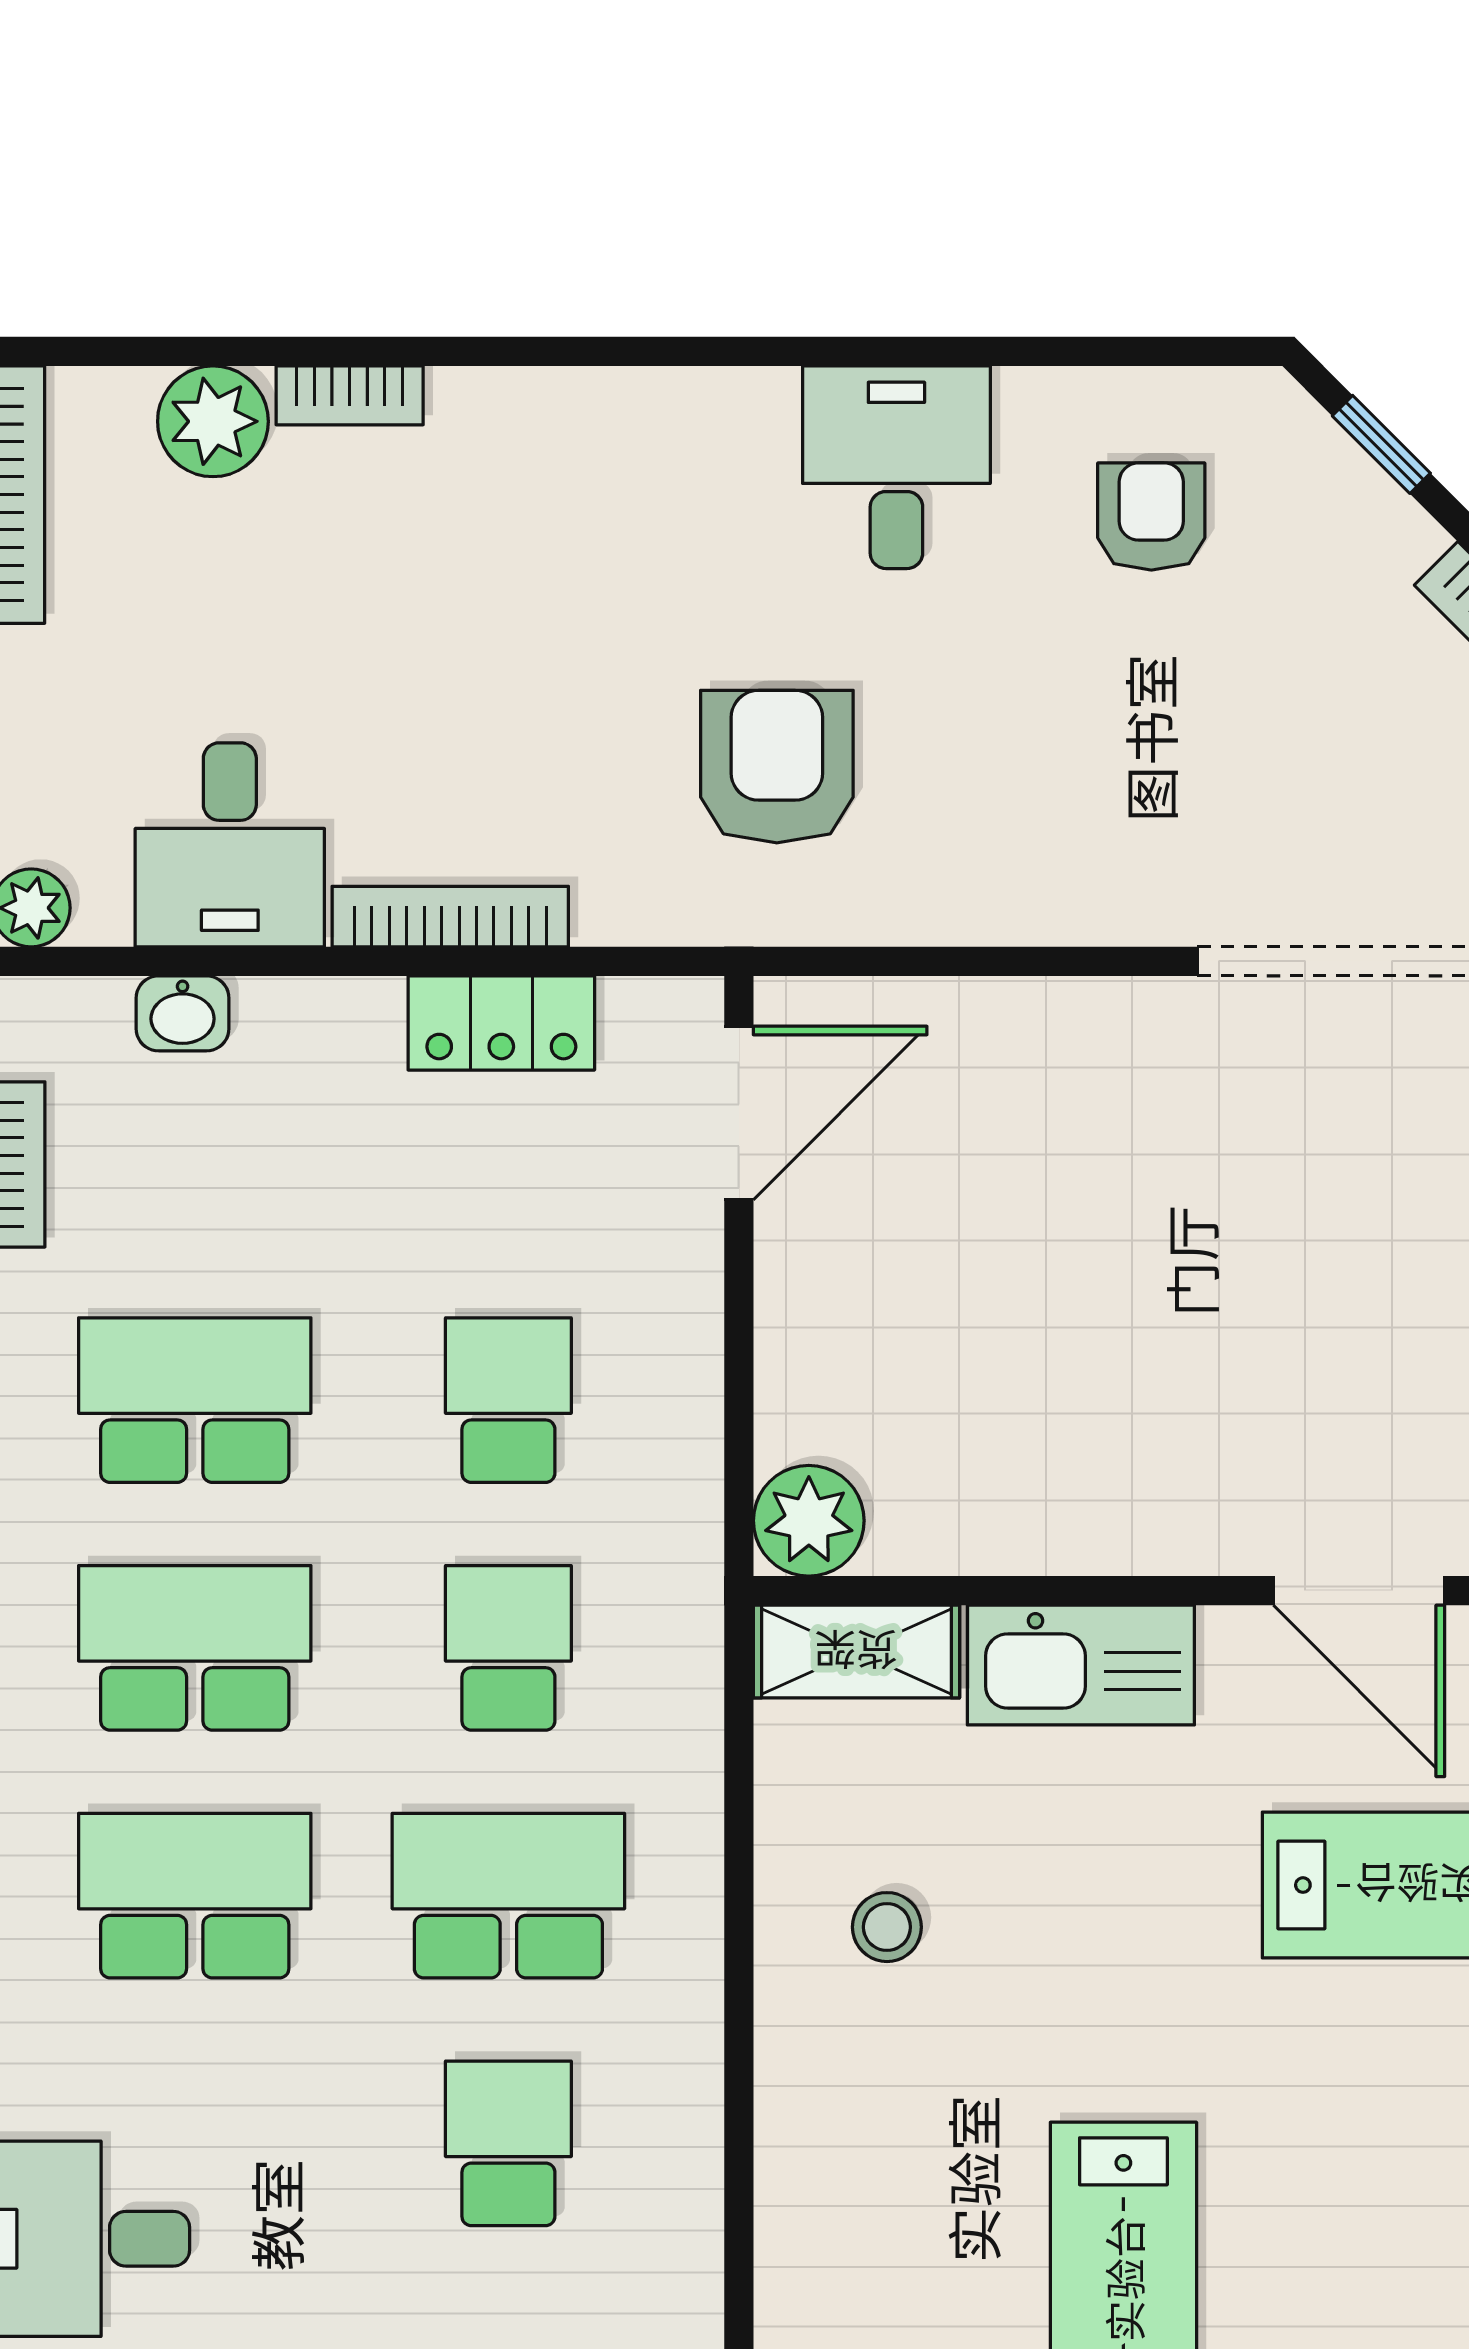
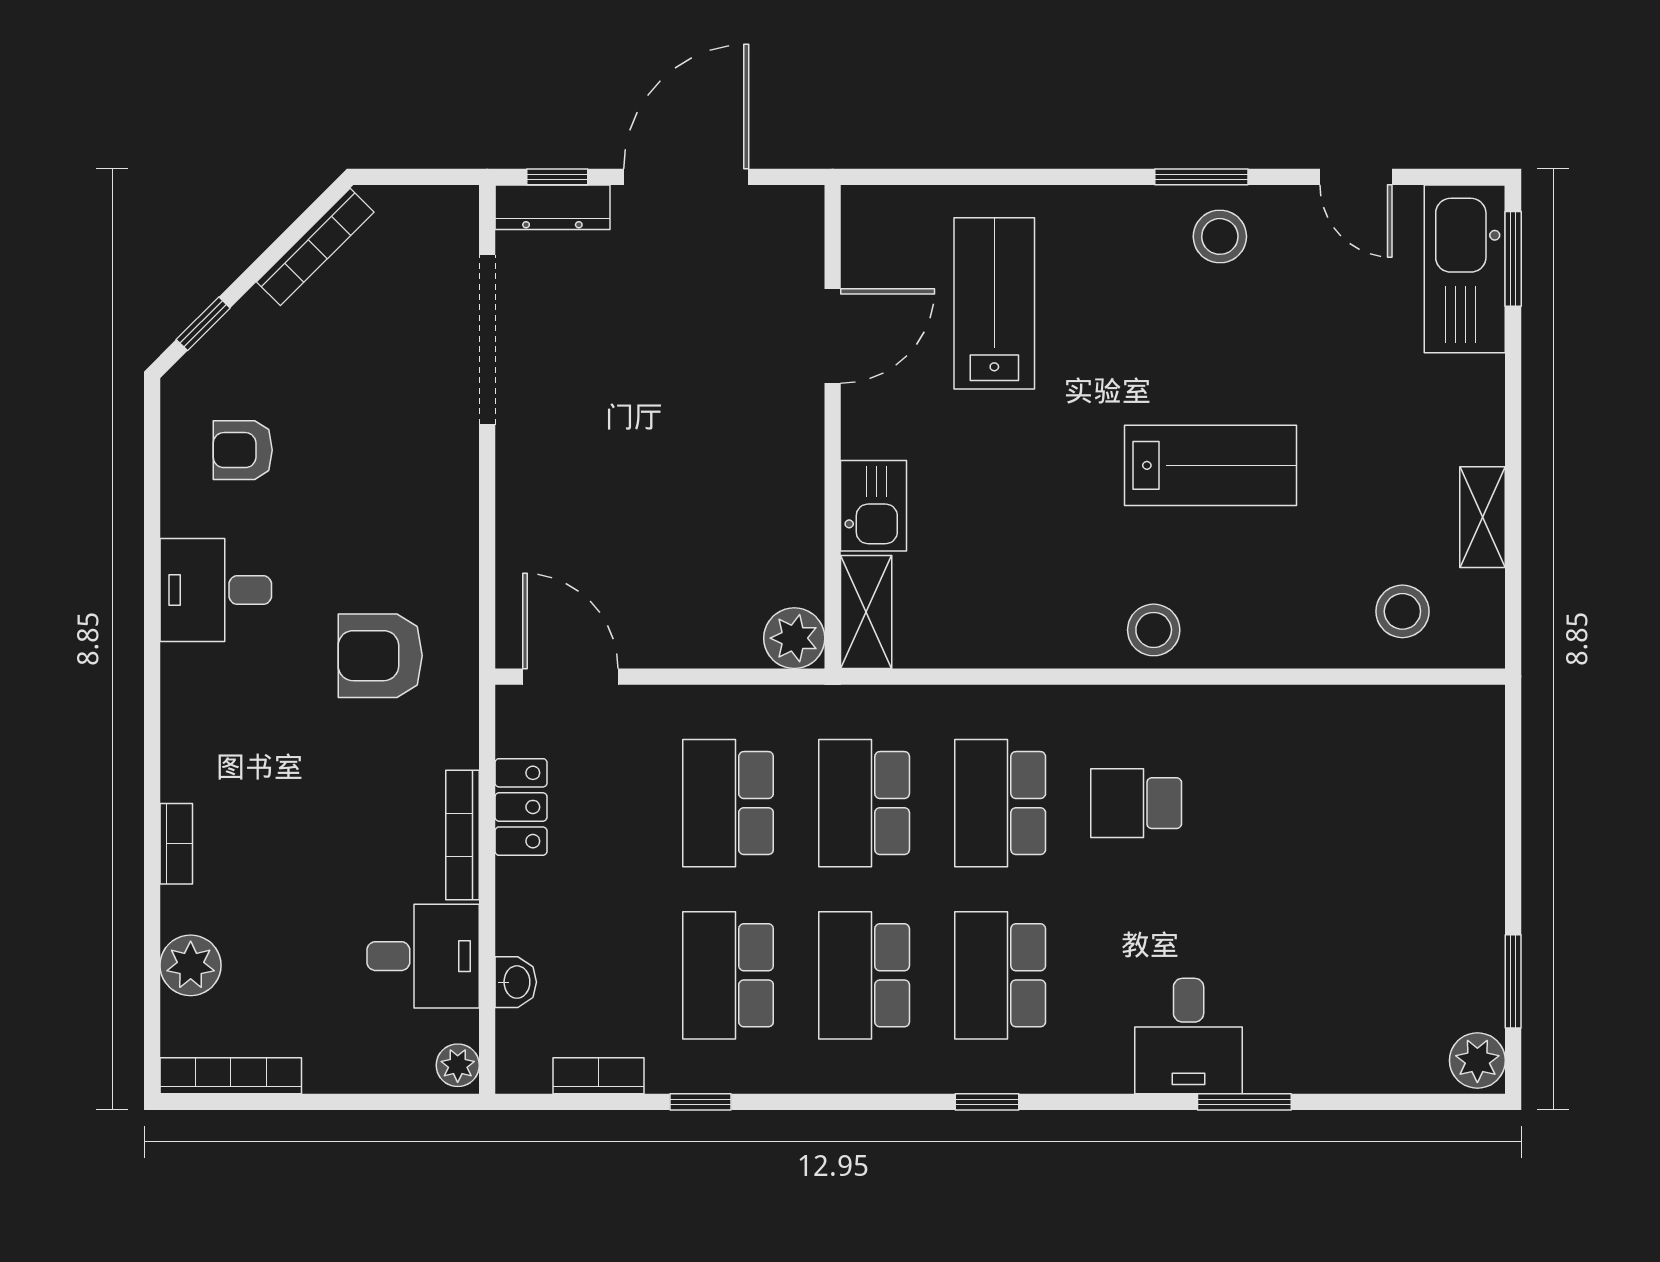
bookcase: (350, 395) -> (176, 844), moved
school desk: (508, 1400) -> (728, 803), width x1.85
school desk: (508, 1648) -> (864, 803), width x1.85
kitchen sink: (1081, 1665) -> (874, 506), width x0.73
stool: (887, 1927) -> (1154, 630), moved, width x1.37, depth x1.37

